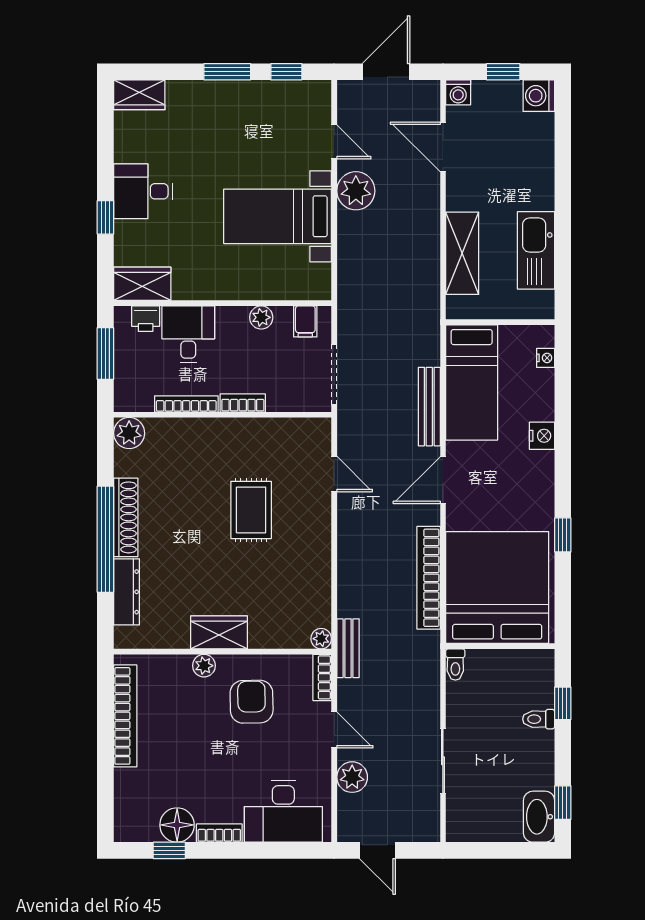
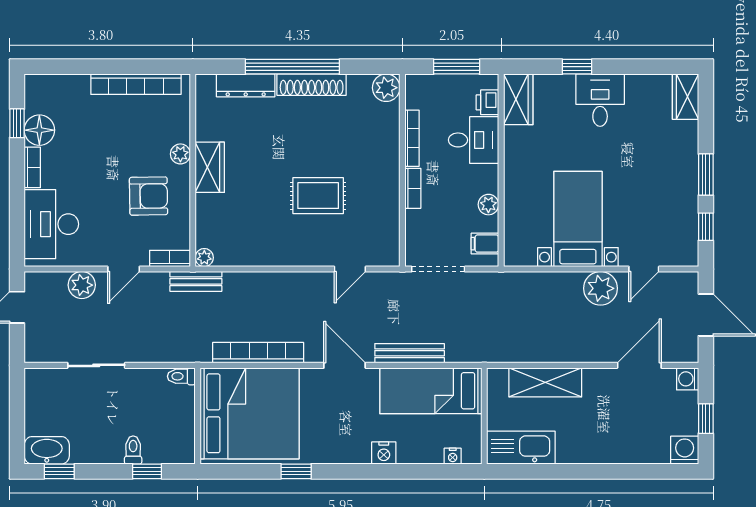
kitchen sink: (536, 250) -> (521, 448), moved

